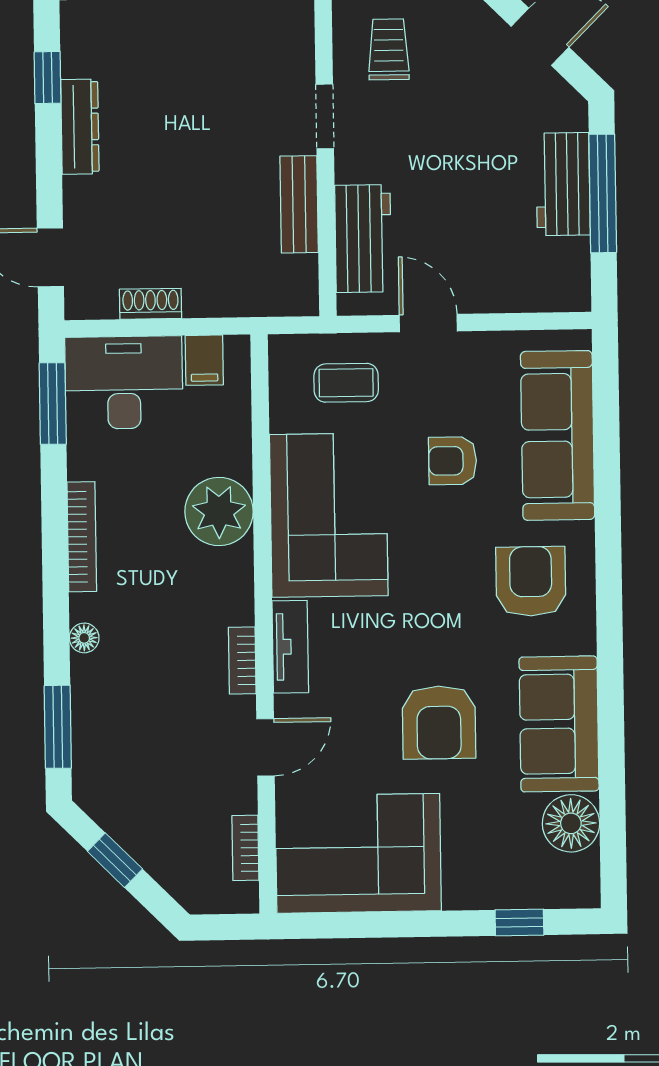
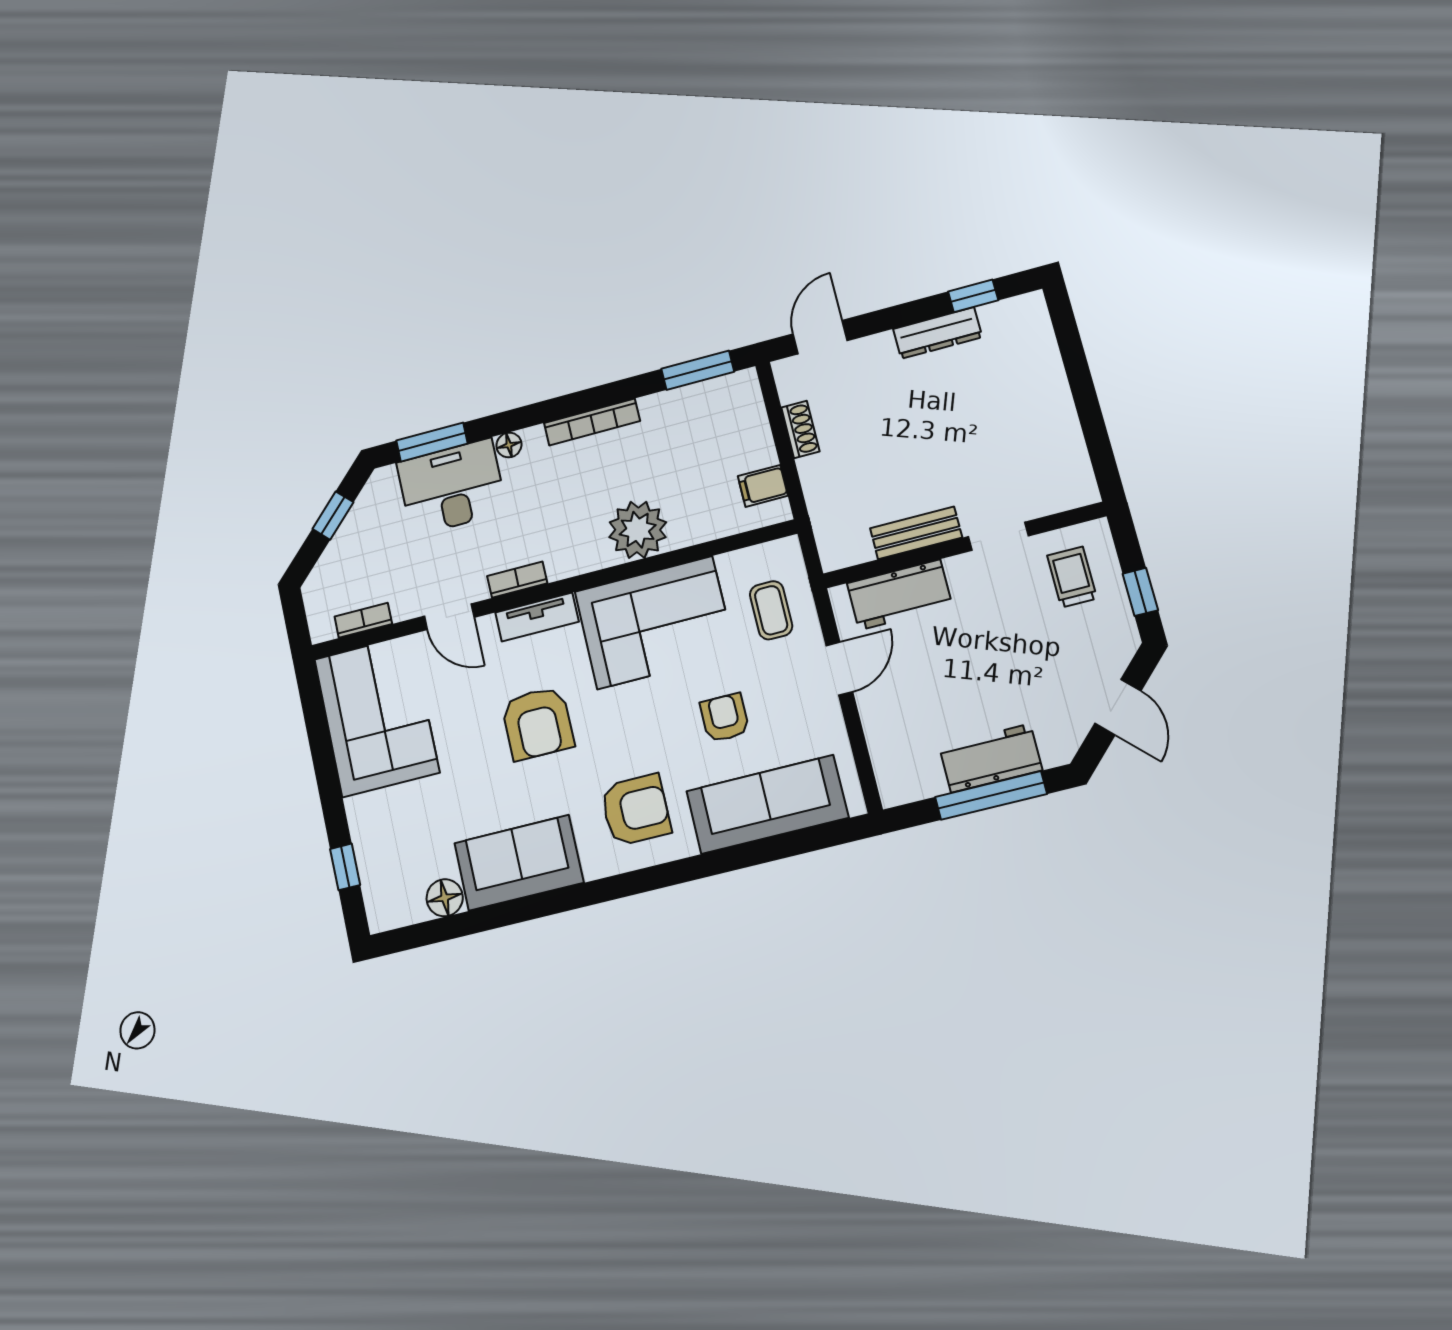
trolley: (389, 49) -> (1072, 577), turned -90
desk: (124, 383) -> (452, 487), moved, turned -90
armchair: (439, 722) -> (538, 723), moved, turned -90
floor lamp: (571, 823) -> (445, 898), width x0.73, depth x0.73

